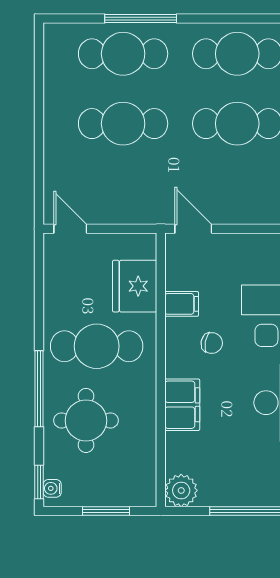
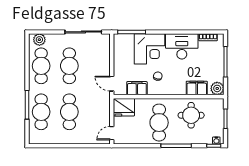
door: (193, 229) -> (112, 84), hinge flipped
fridge: (135, 286) -> (124, 107), moved
filing cabinet: (182, 304) -> (137, 88), width x2.00
filing cabinet: (182, 405) -> (197, 88), moved
round table: (86, 420) -> (191, 115), moved

